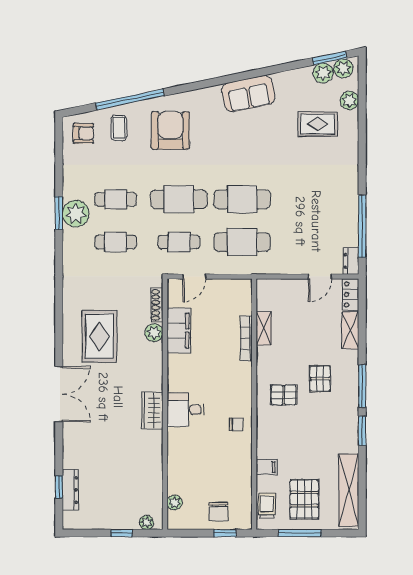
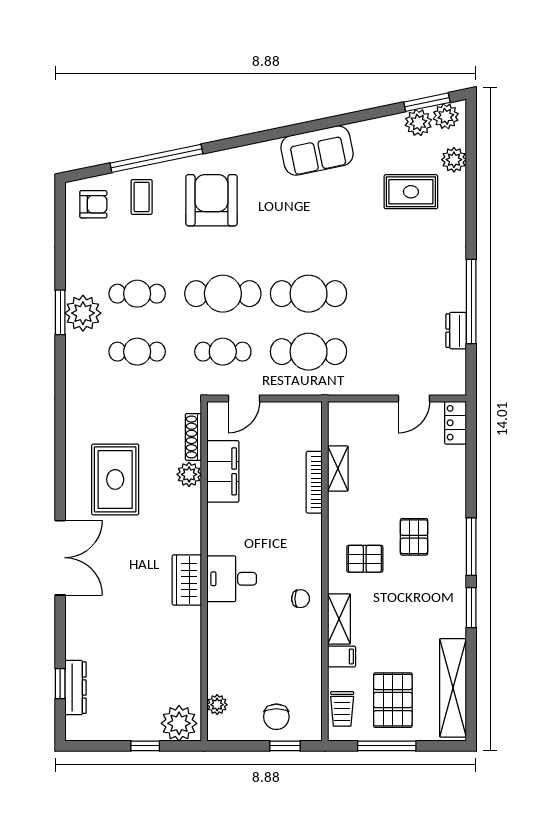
window: (362, 226) -> (471, 302), moved
dresser: (351, 261) -> (456, 331), moved
shelving: (350, 330) -> (339, 619), moved
trolley: (267, 506) -> (342, 709), turned 180
plant: (147, 522) -> (179, 723), width x1.87, depth x1.87

